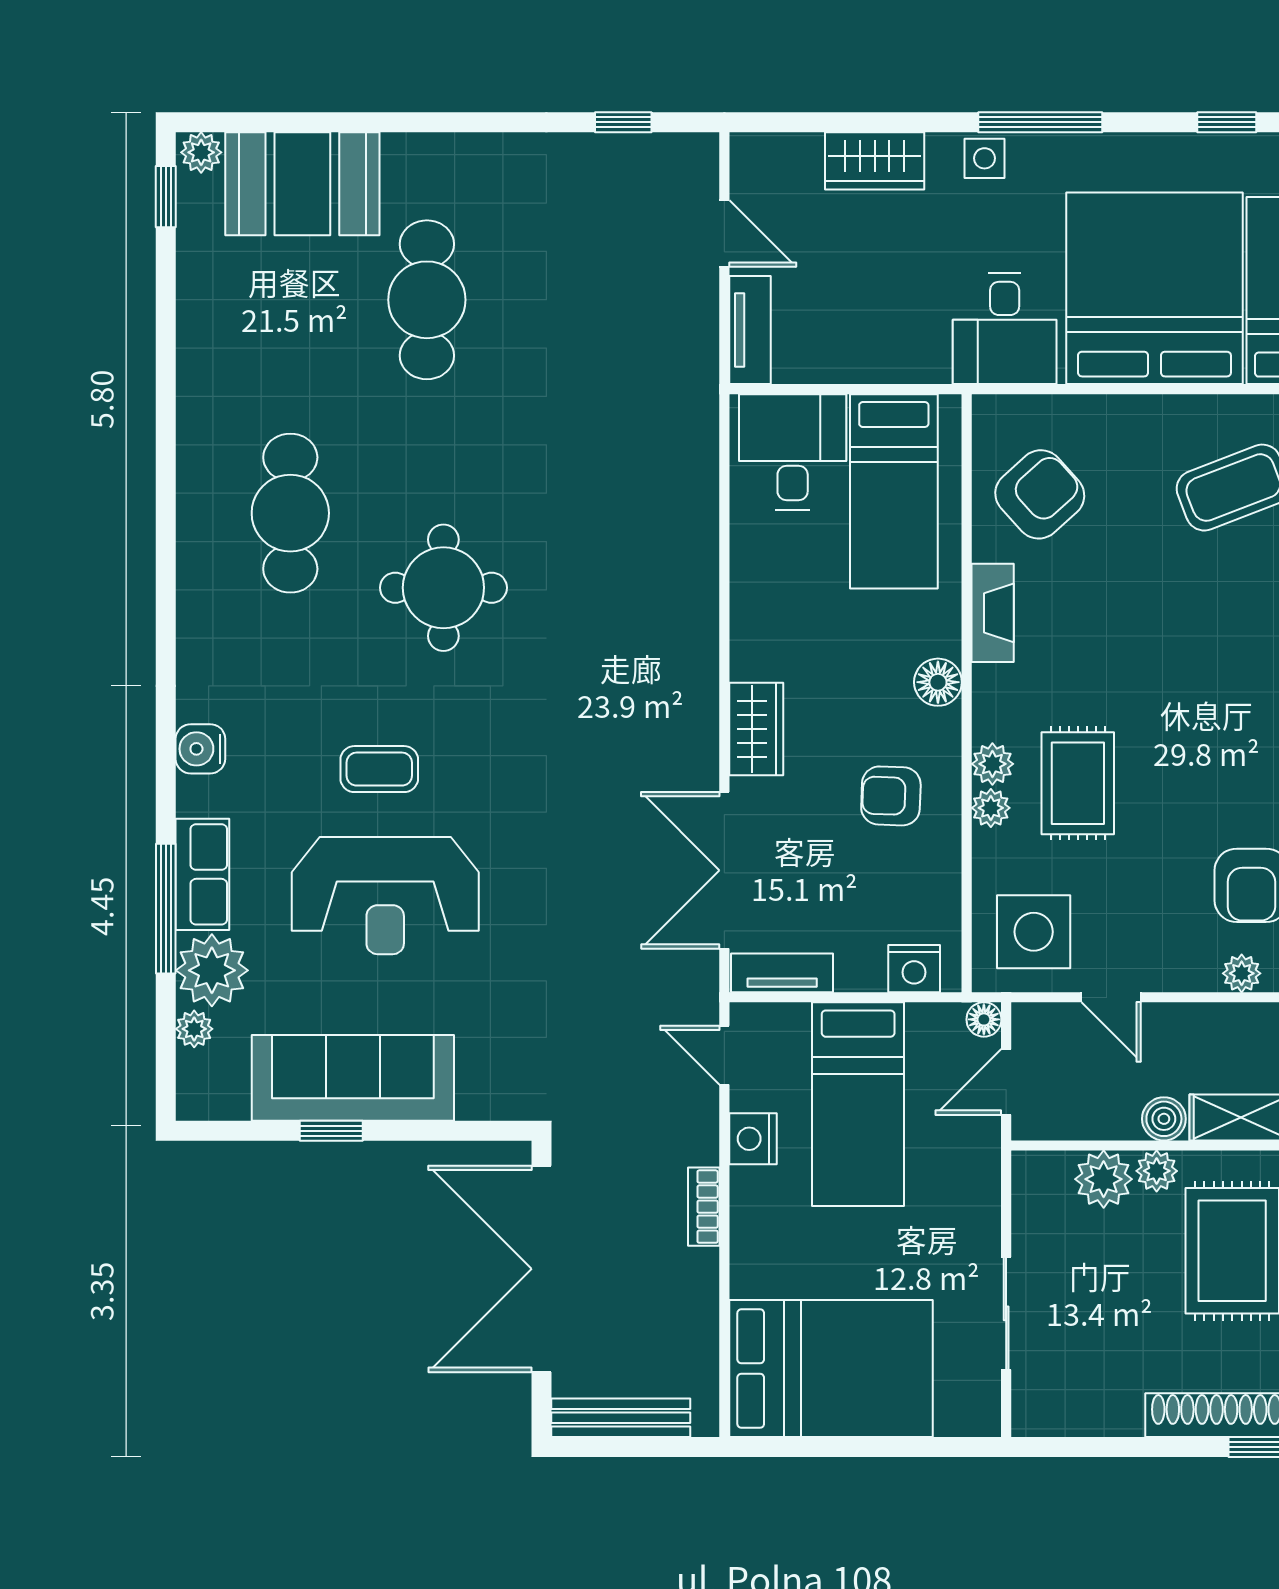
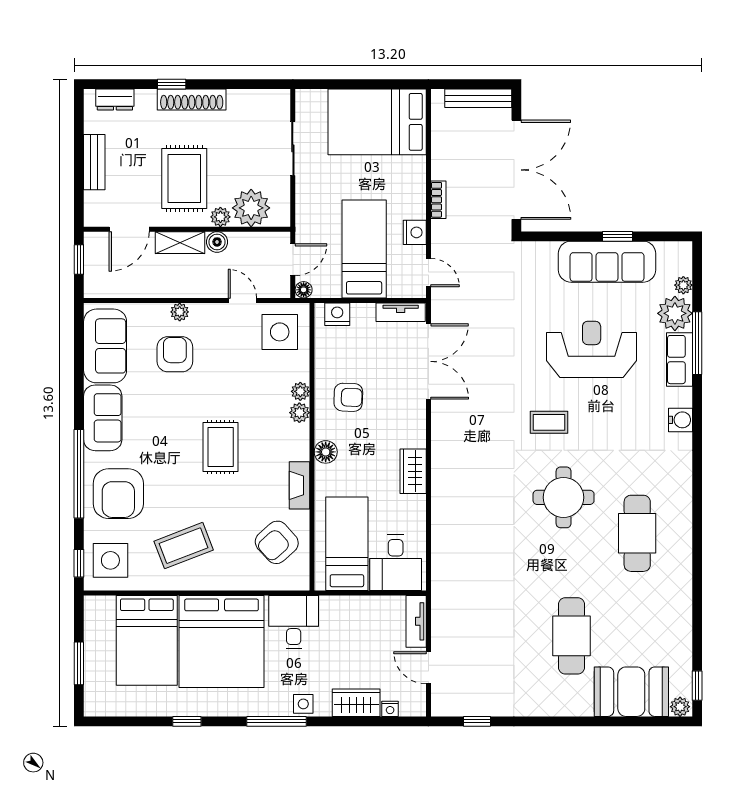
nightstand: (804, 148) -> (390, 709), added
wardrobe: (756, 729) -> (413, 471), moved
coffee table: (379, 769) -> (549, 422), moved
rug: (1078, 783) -> (221, 447), moved
plant: (1104, 1179) -> (251, 208), width x1.36, depth x1.36

